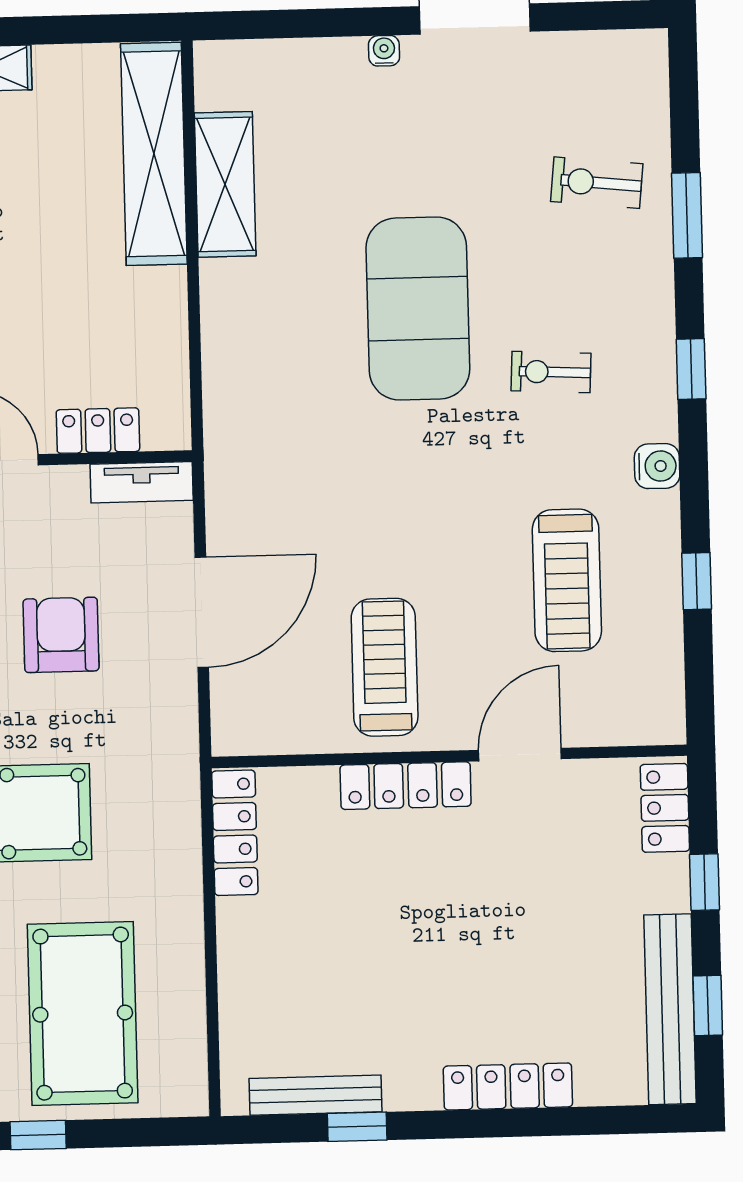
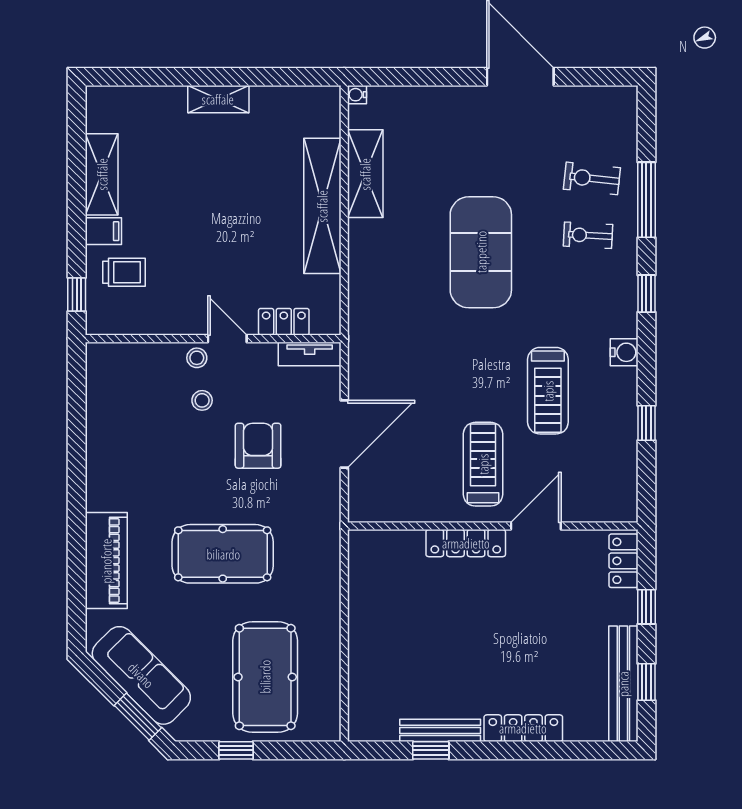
water cooler: (384, 51) -> (357, 95), moved, turned -90
shelving: (154, 154) -> (322, 206), moved
window: (687, 215) -> (646, 200), width x1.44
exercise bike: (551, 372) -> (588, 235), moved
treadmill: (567, 580) -> (548, 391), moved
treadmill: (385, 667) -> (483, 464), moved
locker: (235, 833) -> (361, 569), removed
bench: (316, 1095) -> (440, 730), moved

